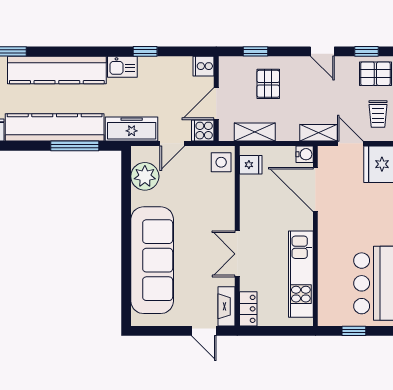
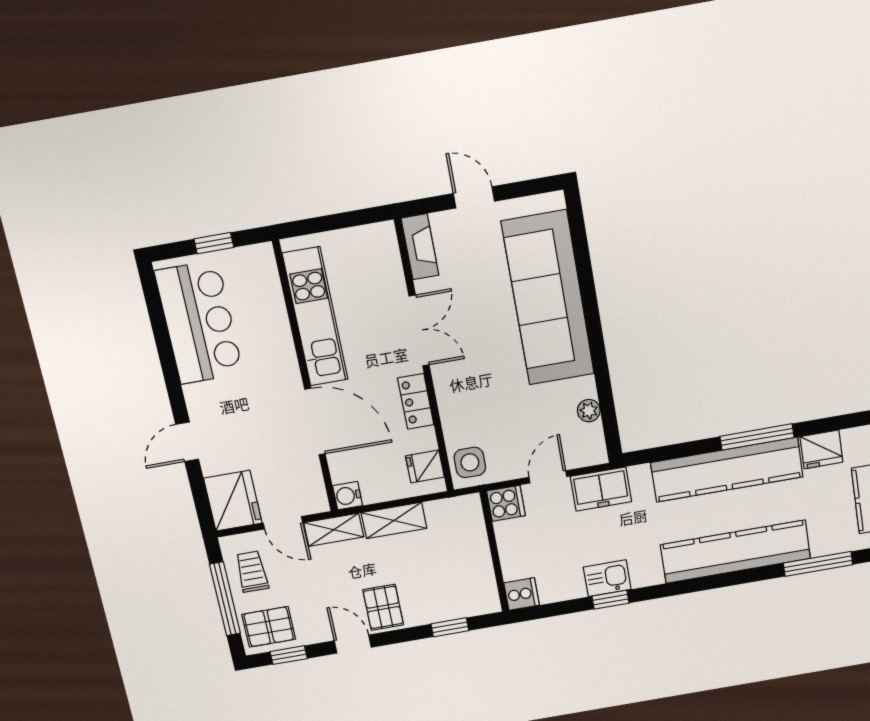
kitchen sink: (122, 67) -> (607, 578), moved
pallet: (268, 84) -> (383, 607), moved
door: (216, 104) -> (493, 545), removed
freezer: (132, 129) -> (601, 489), width x0.71
shelving: (255, 132) -> (394, 520), moved
window: (75, 146) -> (757, 437), moved
plant: (145, 176) -> (589, 411), width x0.53, depth x0.53
door: (315, 190) -> (315, 422), moved
locker: (248, 309) -> (416, 401), moved
door: (204, 331) -> (474, 197), moved

